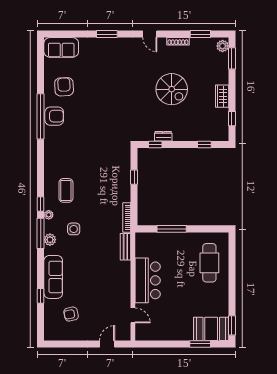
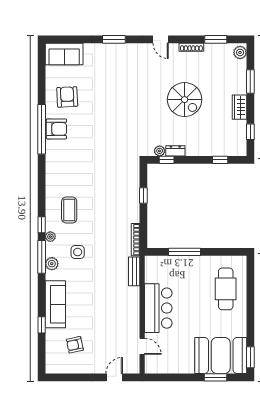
window: (232, 58) -> (250, 81), moved
plant: (149, 136) -> (160, 151), added
booth: (211, 329) -> (221, 355), width x1.36, depth x1.42

